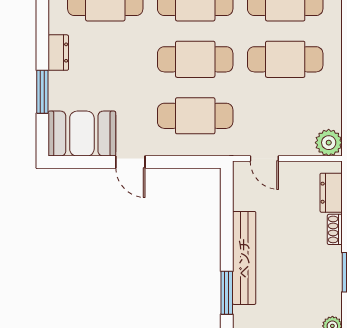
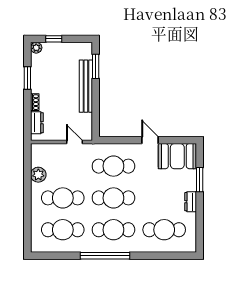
plant: (329, 143) -> (38, 175), moved

